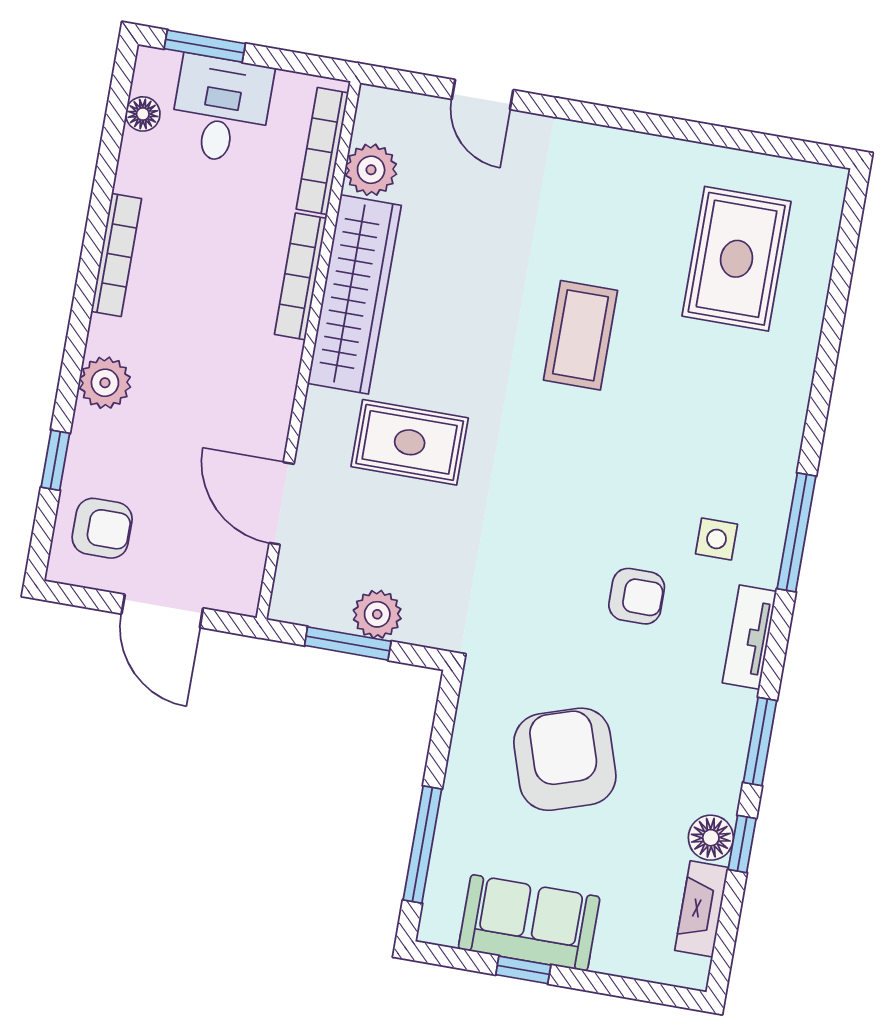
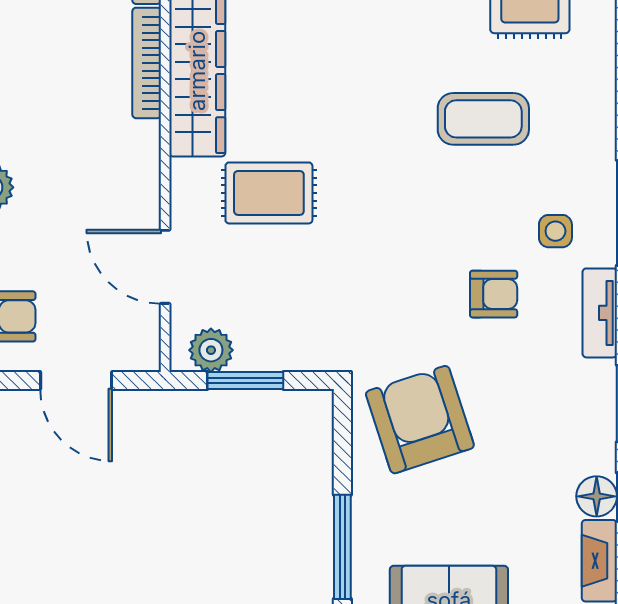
coffee table: (581, 335) -> (483, 119), moved, turned 90
plant: (377, 614) -> (211, 350), moved
armchair: (565, 759) -> (420, 420), moved

